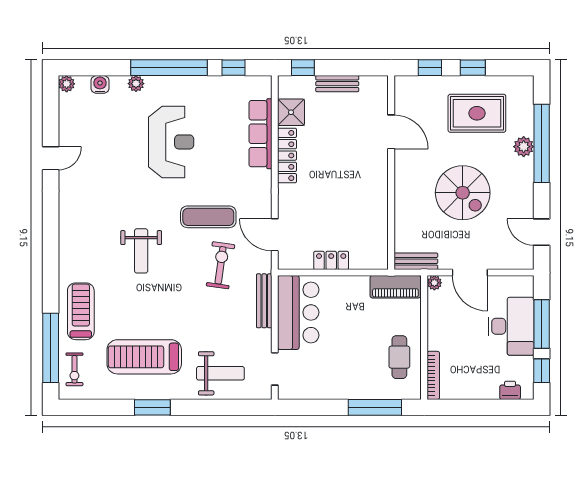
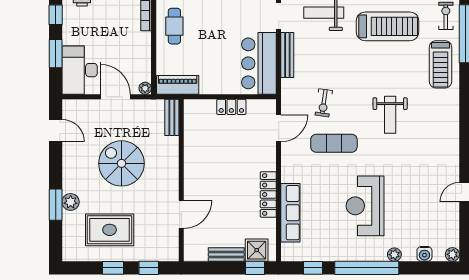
shower: (291, 112) -> (257, 250), moved
door: (391, 132) -> (181, 214), swing flipped
window: (542, 143) -> (56, 205), width x0.47
door: (275, 235) -> (279, 128), hinge flipped
weight bench: (141, 251) -> (390, 115), turned 180
bench: (416, 261) -> (172, 117), moved, turned 90
exercise bike: (221, 265) -> (324, 103), width x0.73, depth x0.72
bench: (264, 301) -> (287, 55), moved
window: (542, 324) -> (56, 54), width x0.69
desk: (511, 326) -> (81, 70), moved

